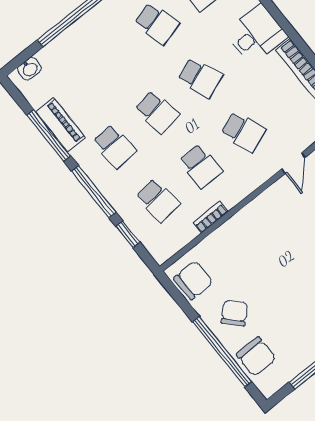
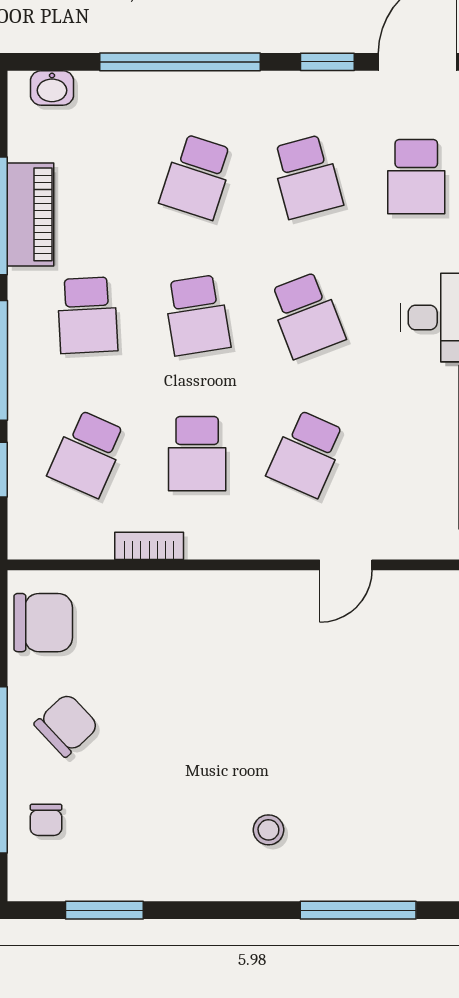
school desk: (114, 58) -> (197, 177), added
school desk: (243, 132) -> (307, 454), turned 45
school desk: (158, 200) -> (87, 454), turned 30
chair: (256, 356) -> (46, 820), width x0.54, depth x0.54

